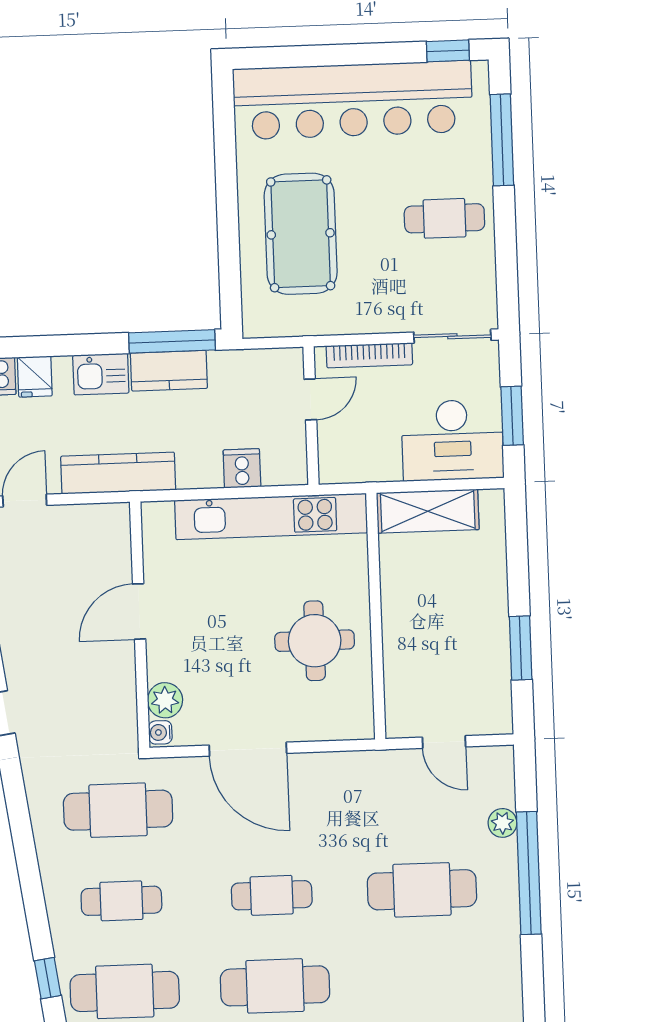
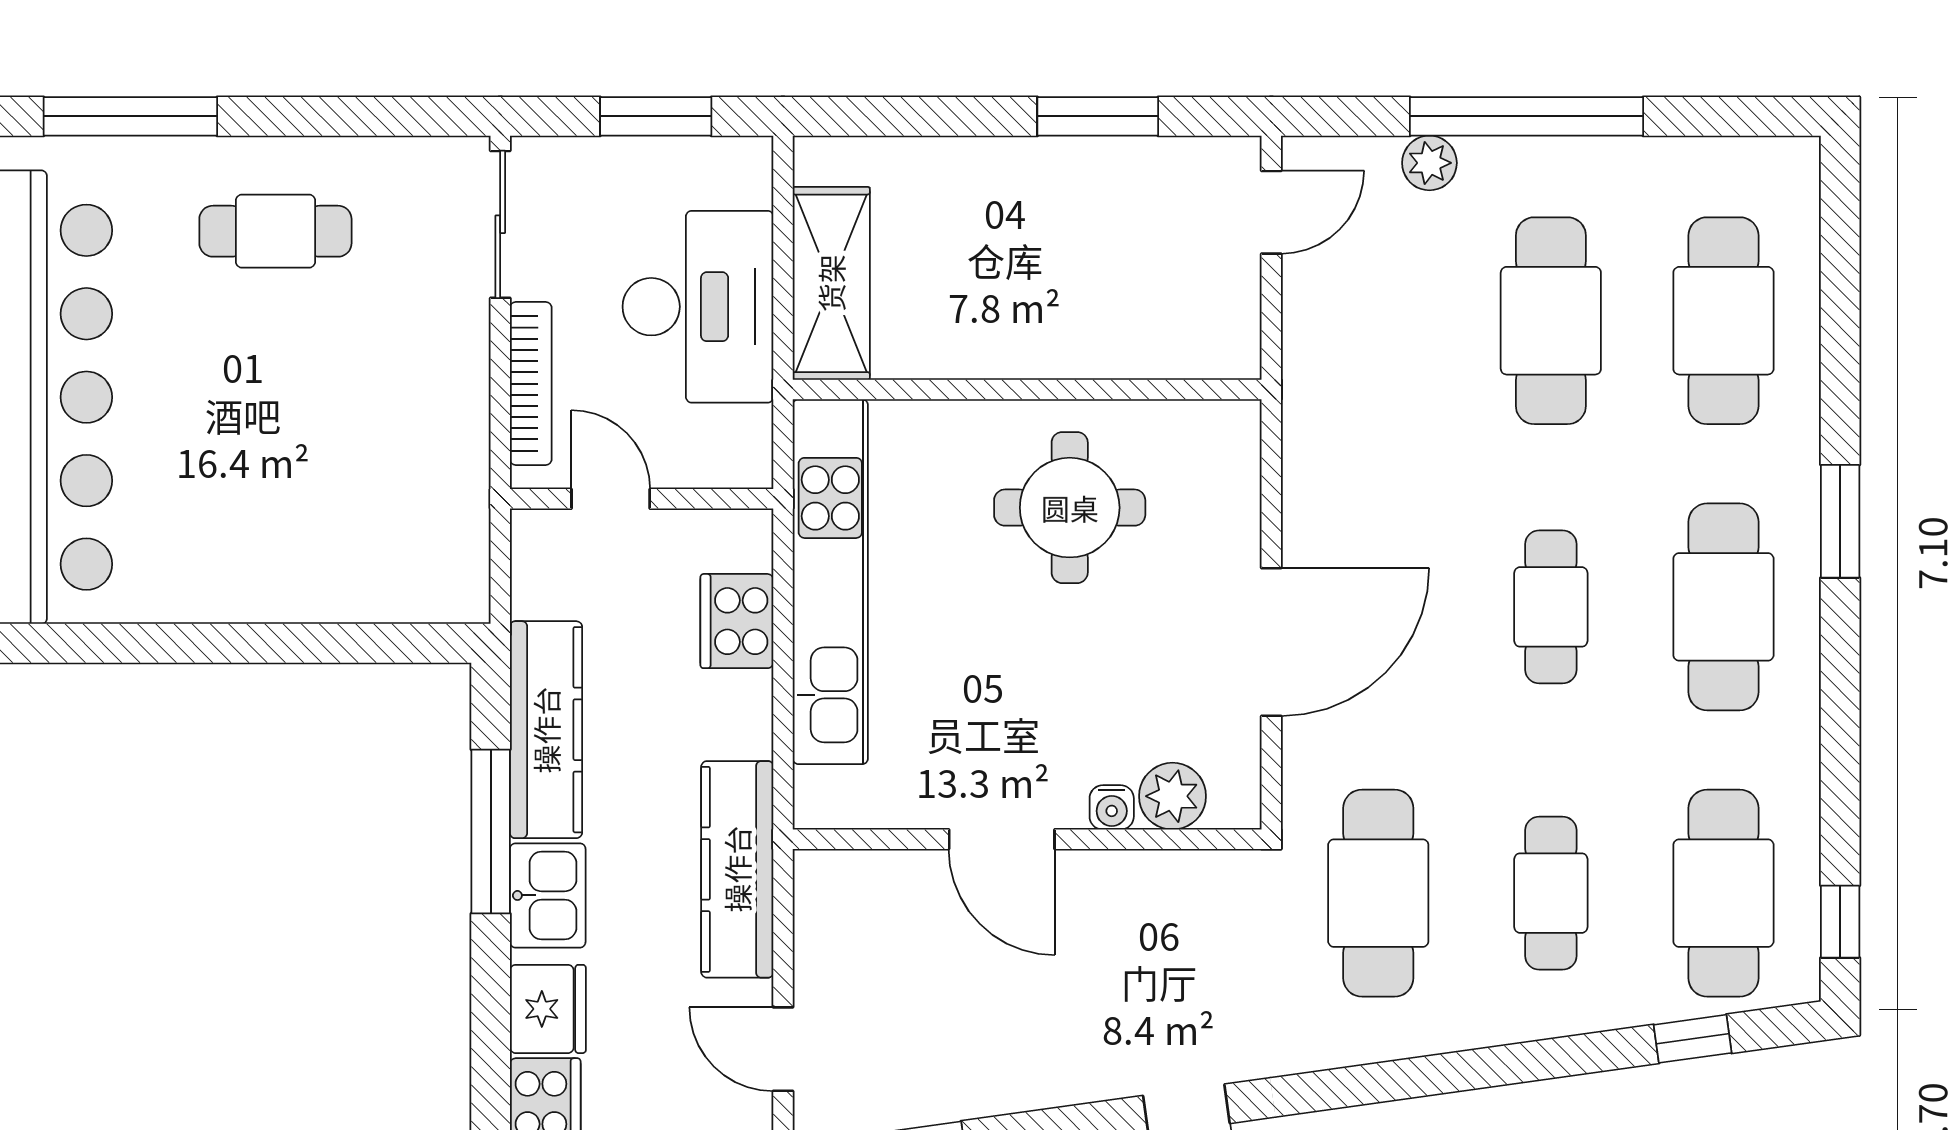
cafe table: (444, 218) -> (275, 231), turned 90
pool table: (301, 234) -> (295, 506), removed
window: (172, 341) -> (491, 831), moved
kitchen counter: (169, 371) -> (546, 730), width x1.50
fridge: (35, 377) -> (548, 1009), width x1.38
desk: (452, 440) -> (698, 307), moved
cooker: (242, 468) -> (737, 621), width x1.36
water cooler: (160, 732) -> (1112, 807), moved
door: (444, 742) -> (1271, 212), moved
cafe table: (425, 980) -> (1723, 321), added

